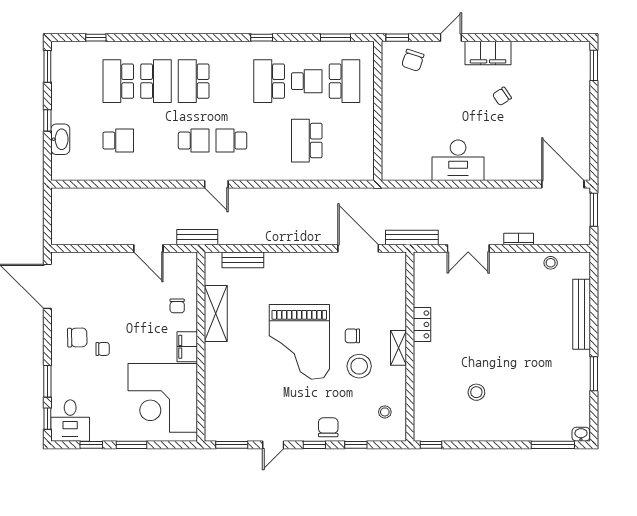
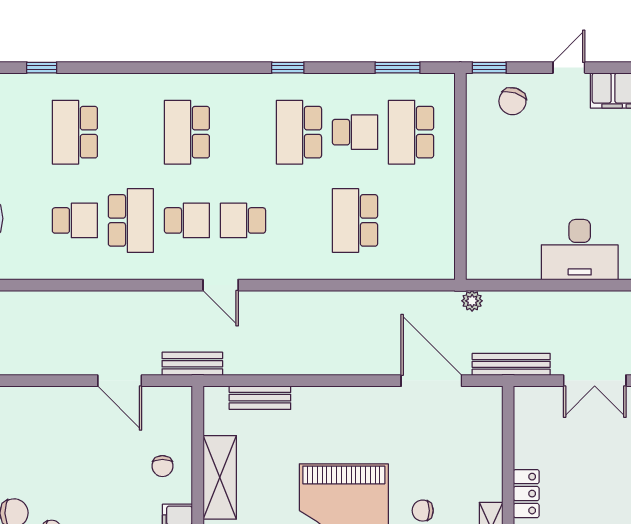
school desk: (156, 81) -> (131, 220), moved
school desk: (345, 81) -> (411, 132), turned 180
plant: (386, 195) -> (472, 301), added

